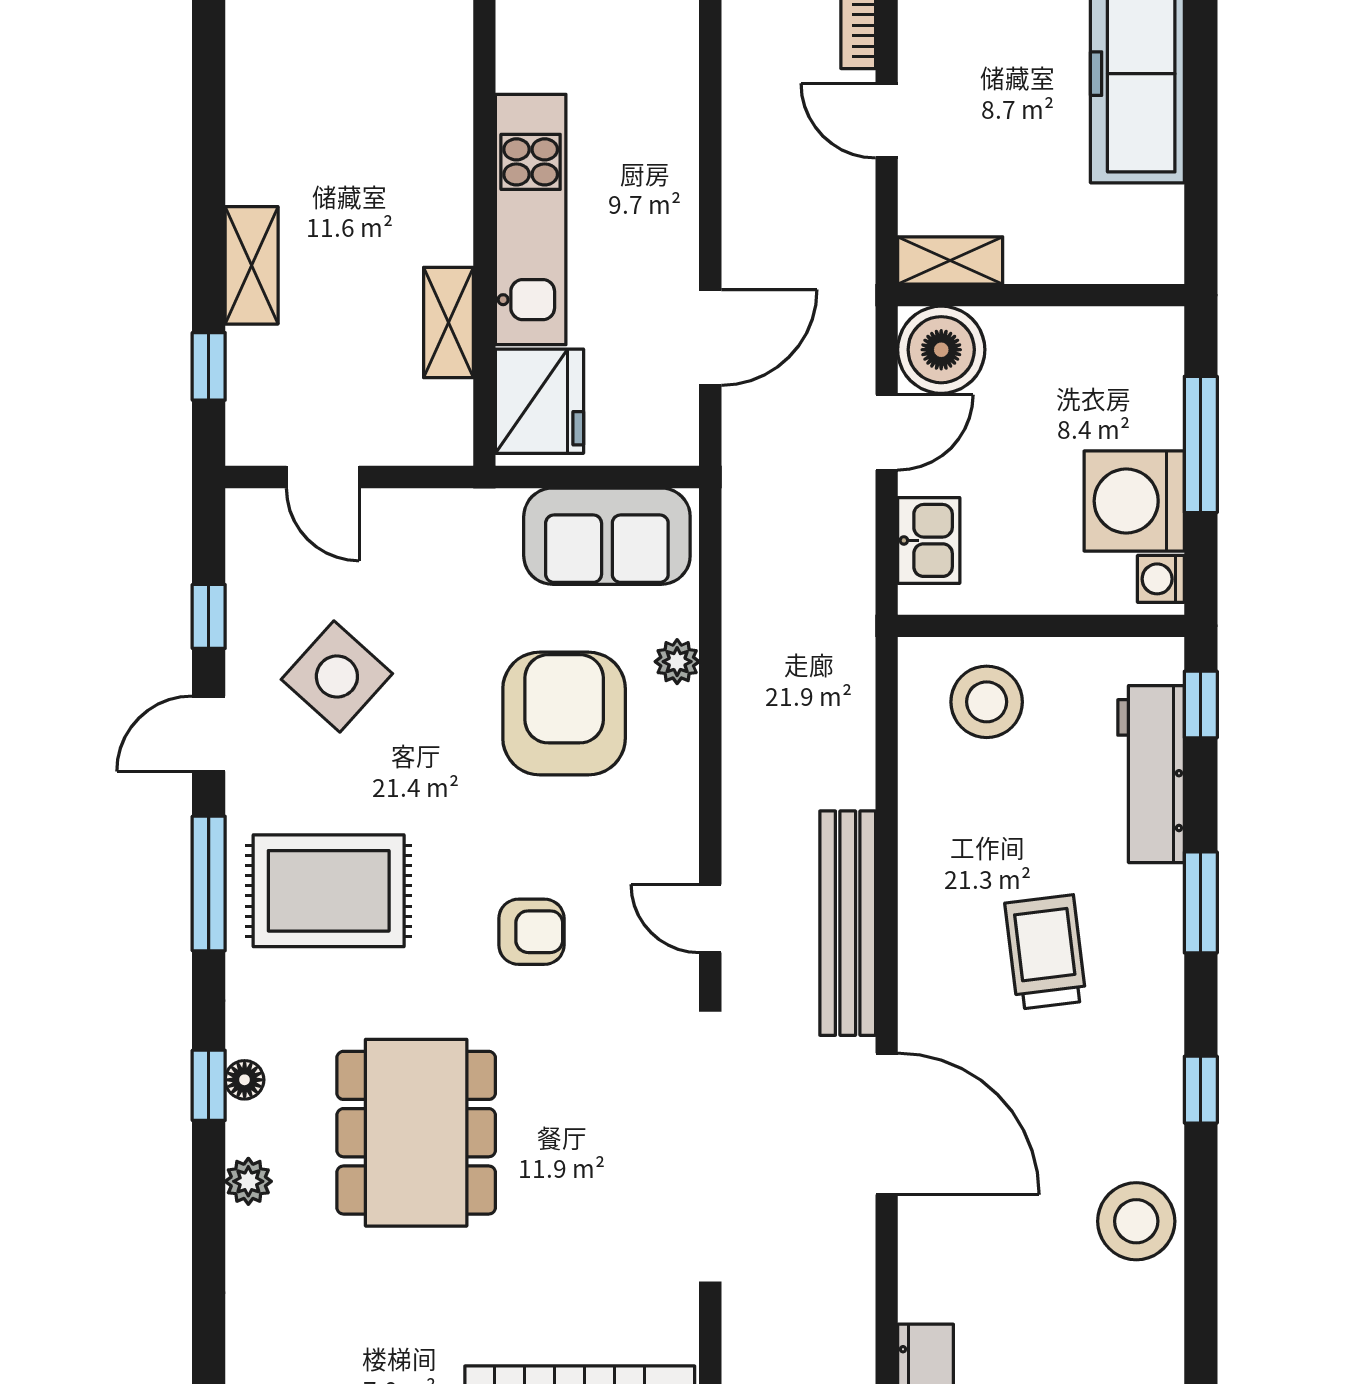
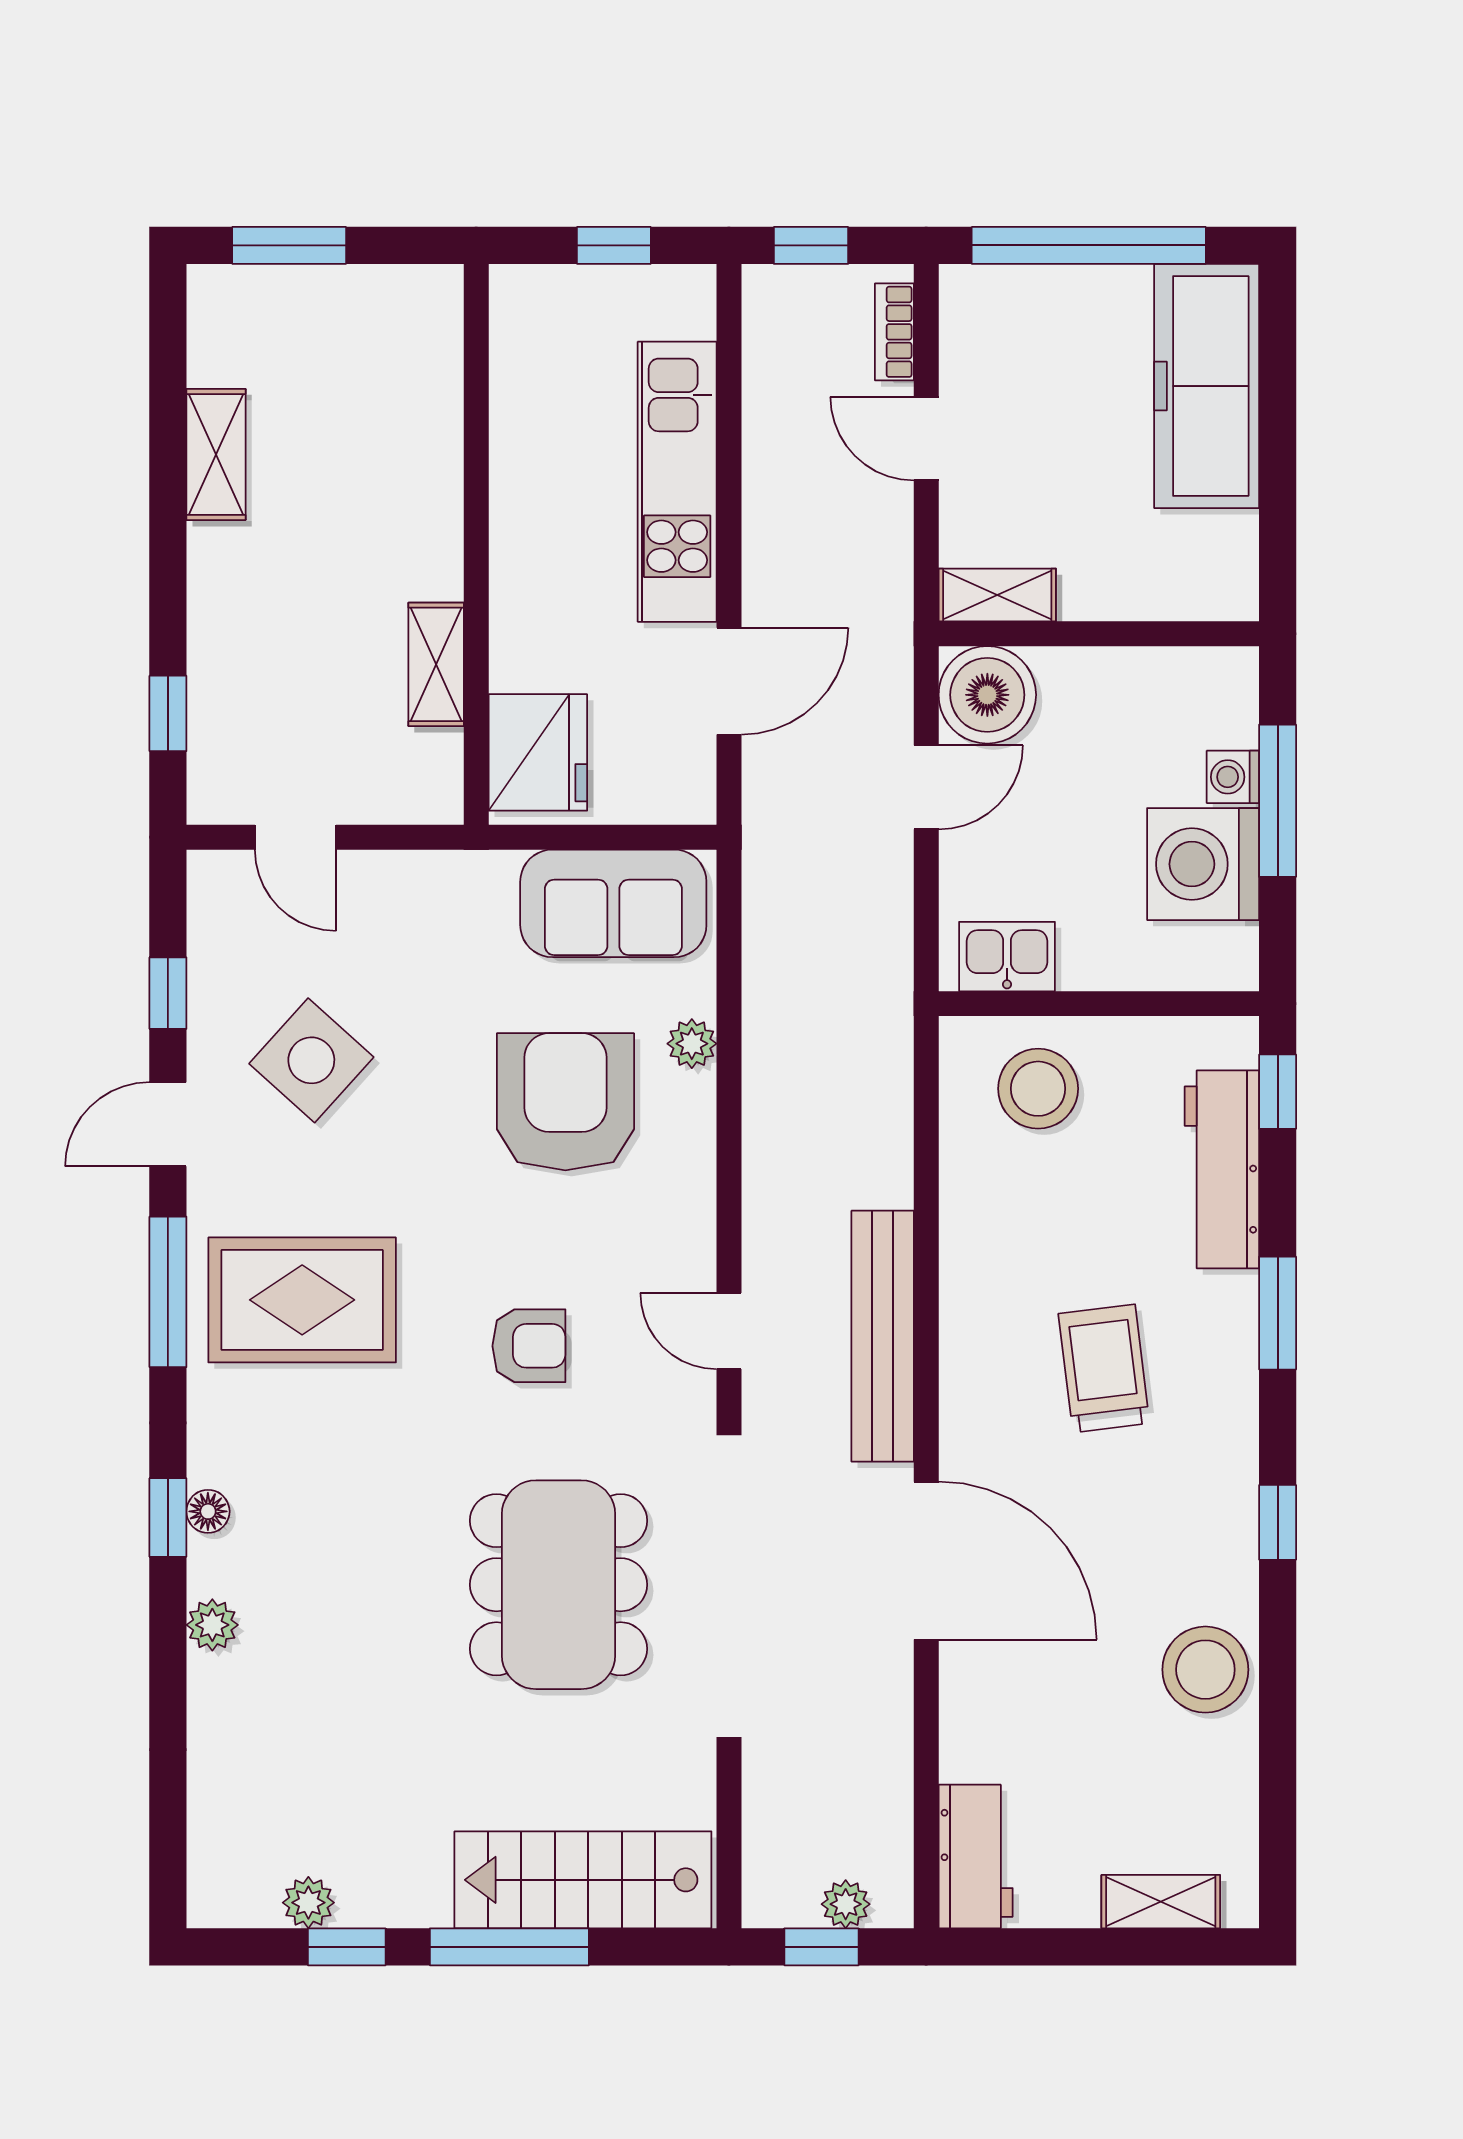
kitchen unit: (531, 219) -> (677, 482), moved, turned 180
shelving: (252, 265) -> (216, 454), moved
kitchen sink: (929, 540) -> (1007, 957), moved, turned -90
washing machine: (1161, 579) -> (1233, 777), moved
dining table: (416, 1133) -> (559, 1585), moved

